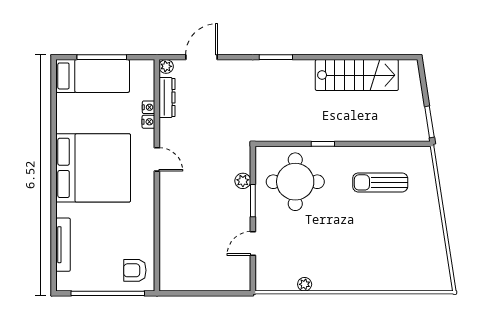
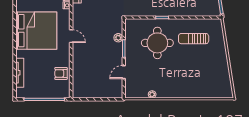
door: (157, 159) -> (71, 36), moved
round table: (295, 182) -> (157, 43), moved
armchair: (135, 270) -> (61, 73), moved

